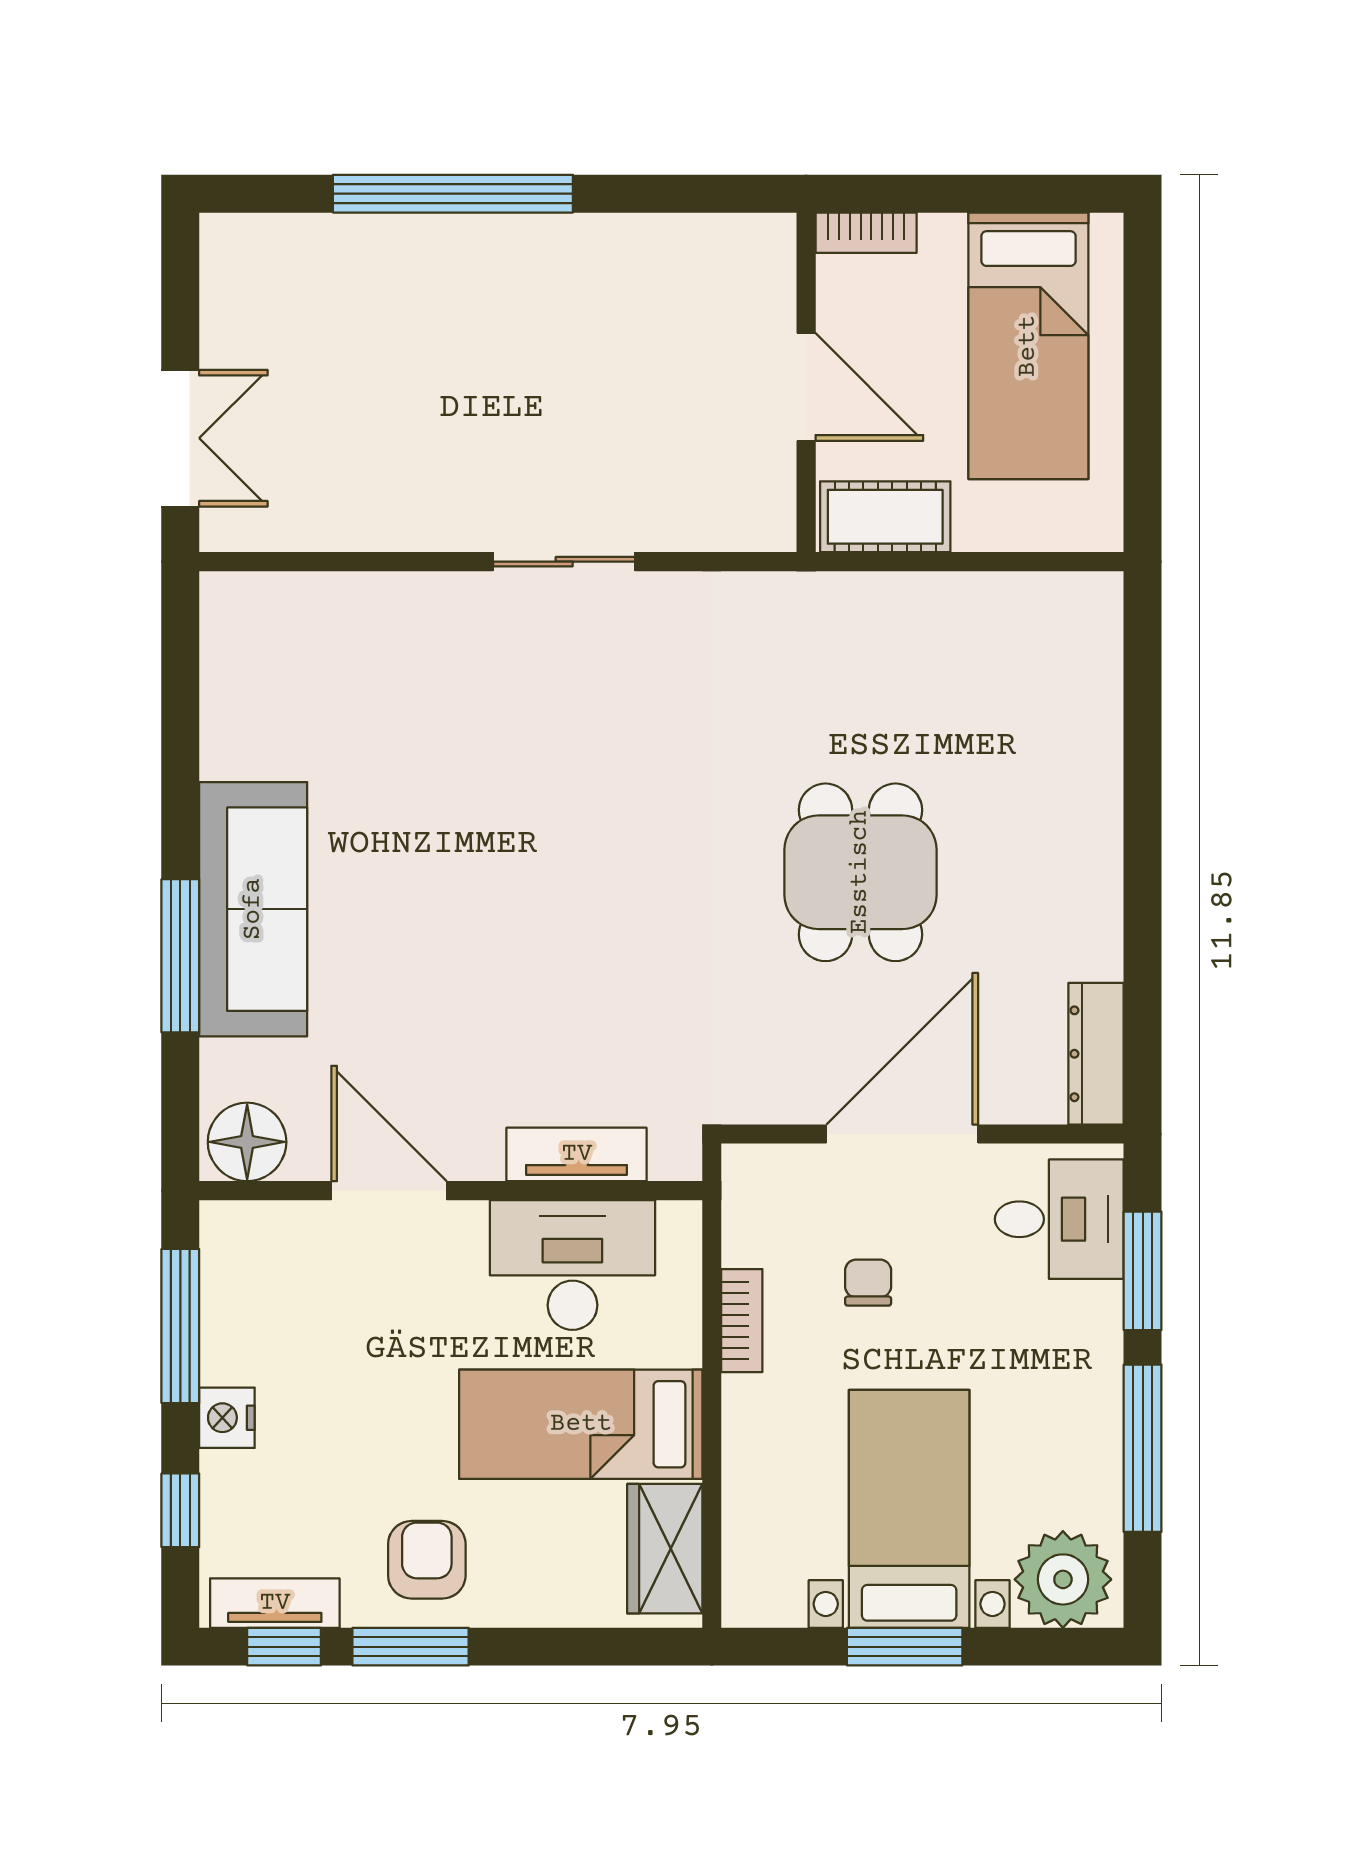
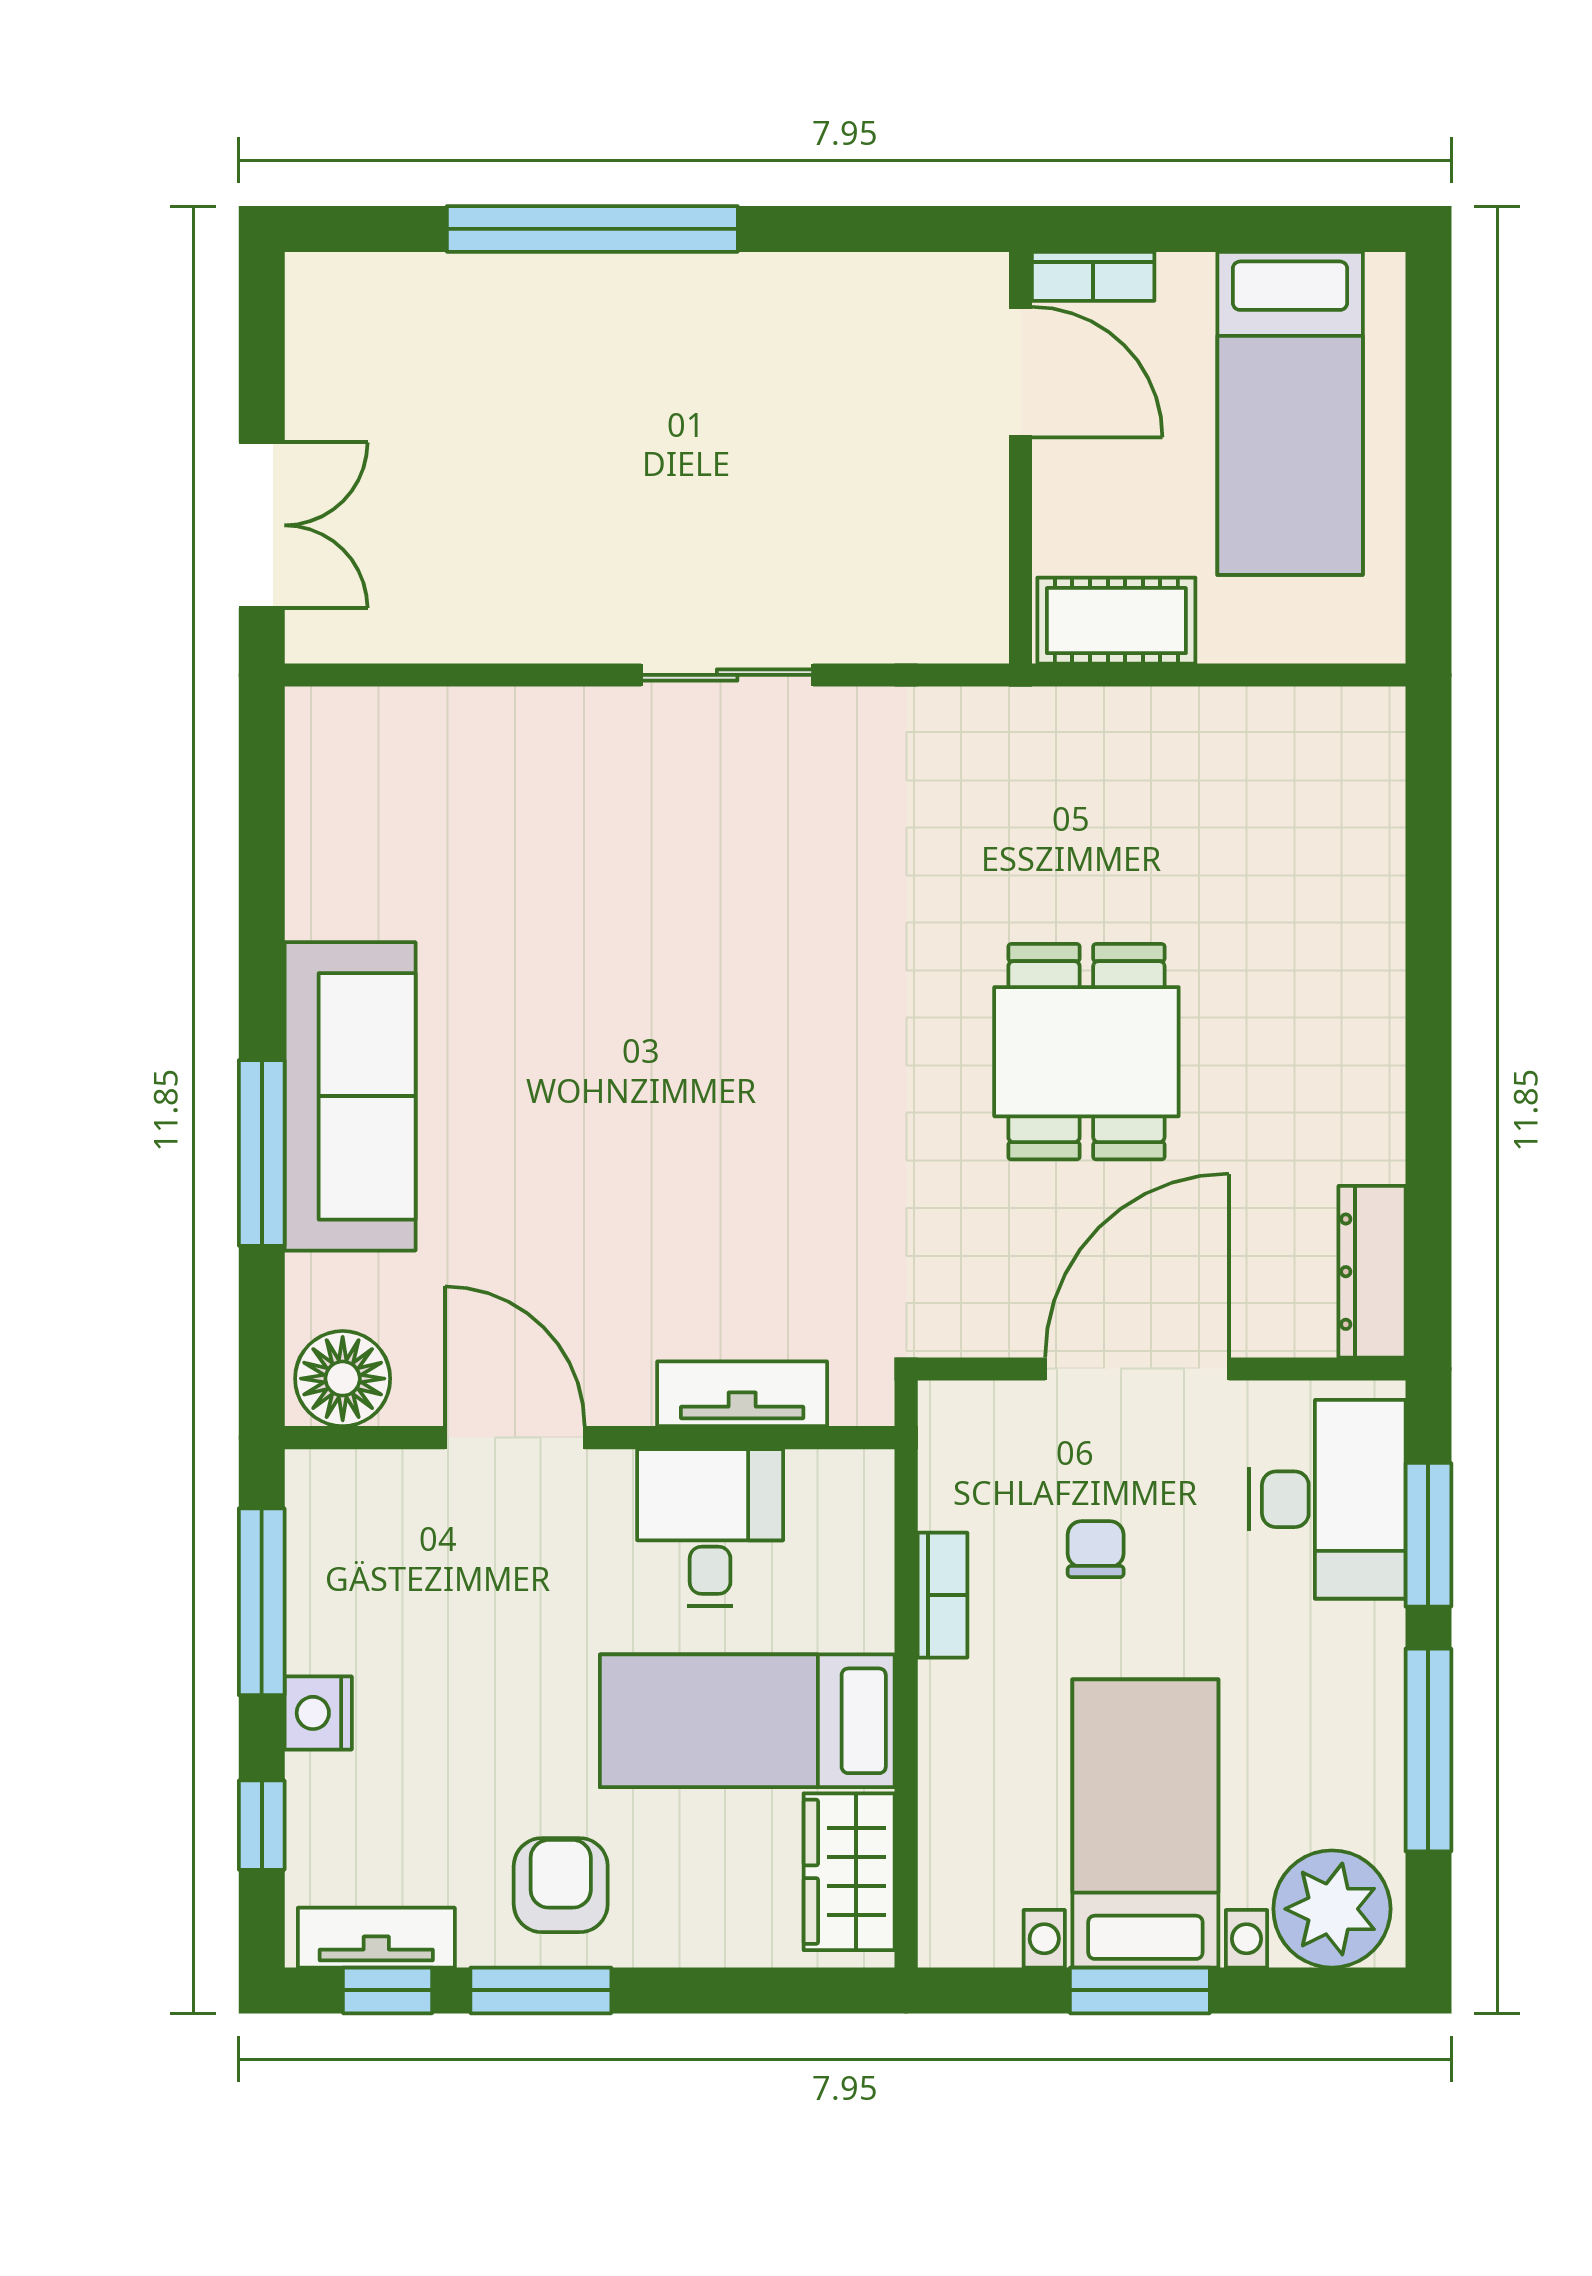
door: (806, 387) -> (1020, 372), moved
desk: (1059, 1219) -> (1327, 1499), width x1.37
desk: (572, 1265) -> (710, 1528), width x0.73

